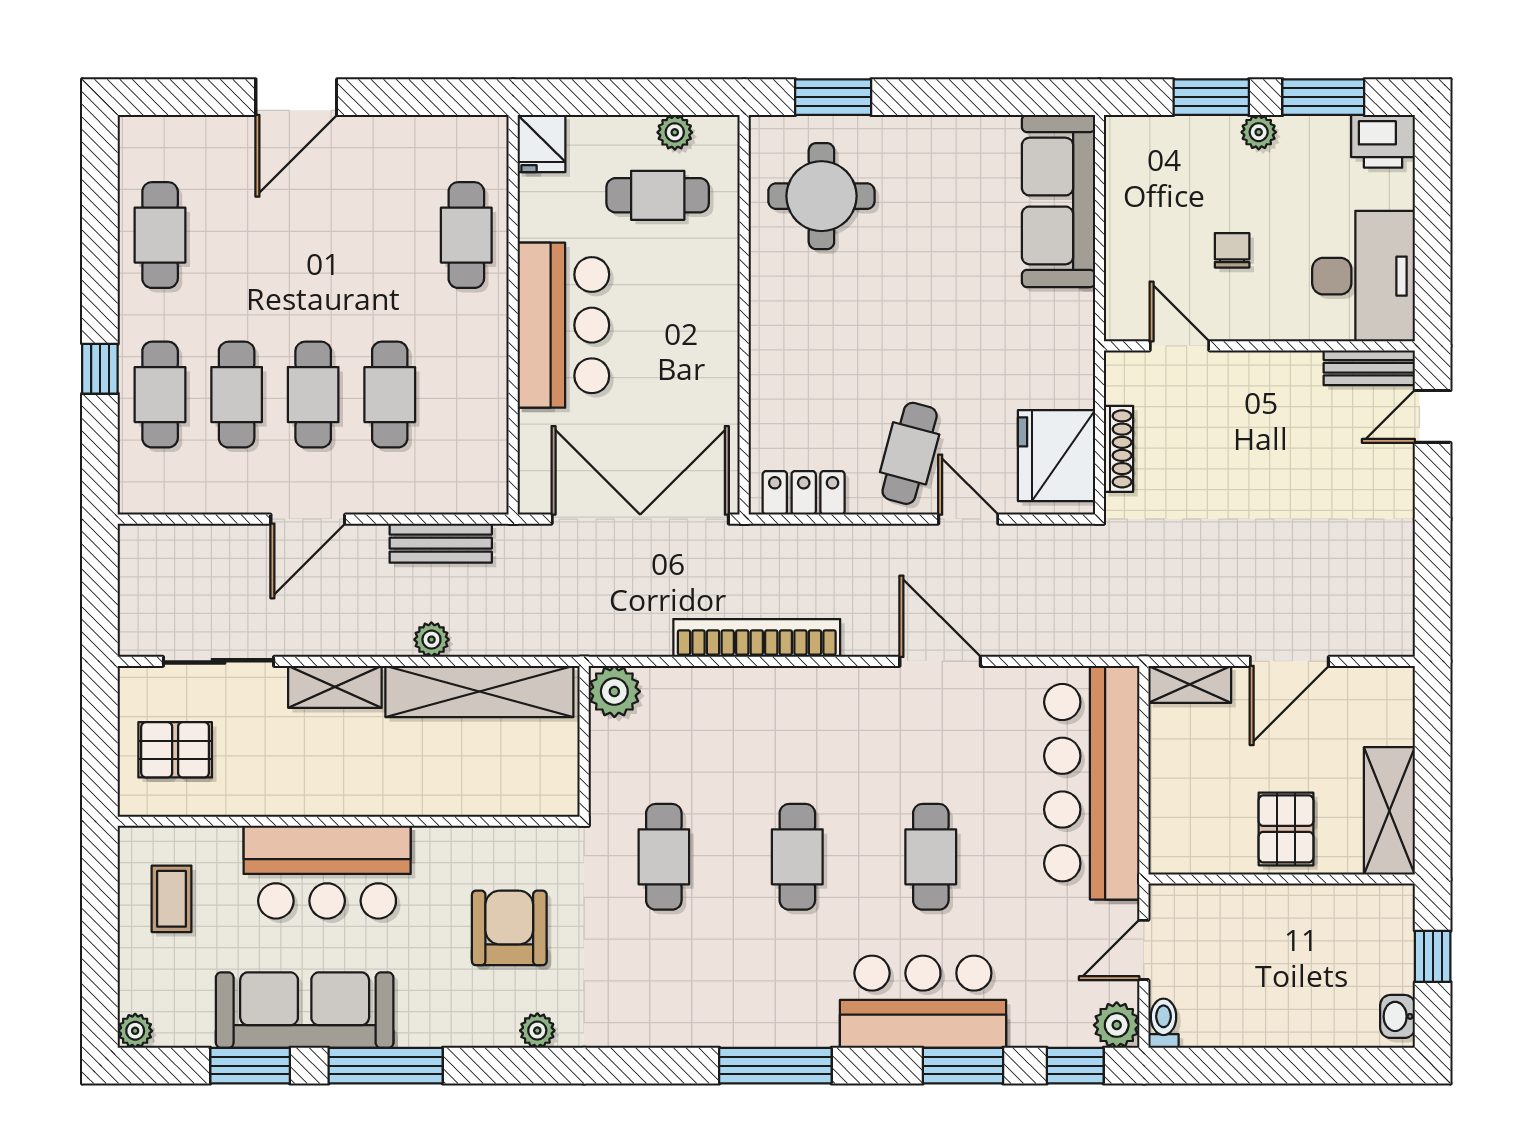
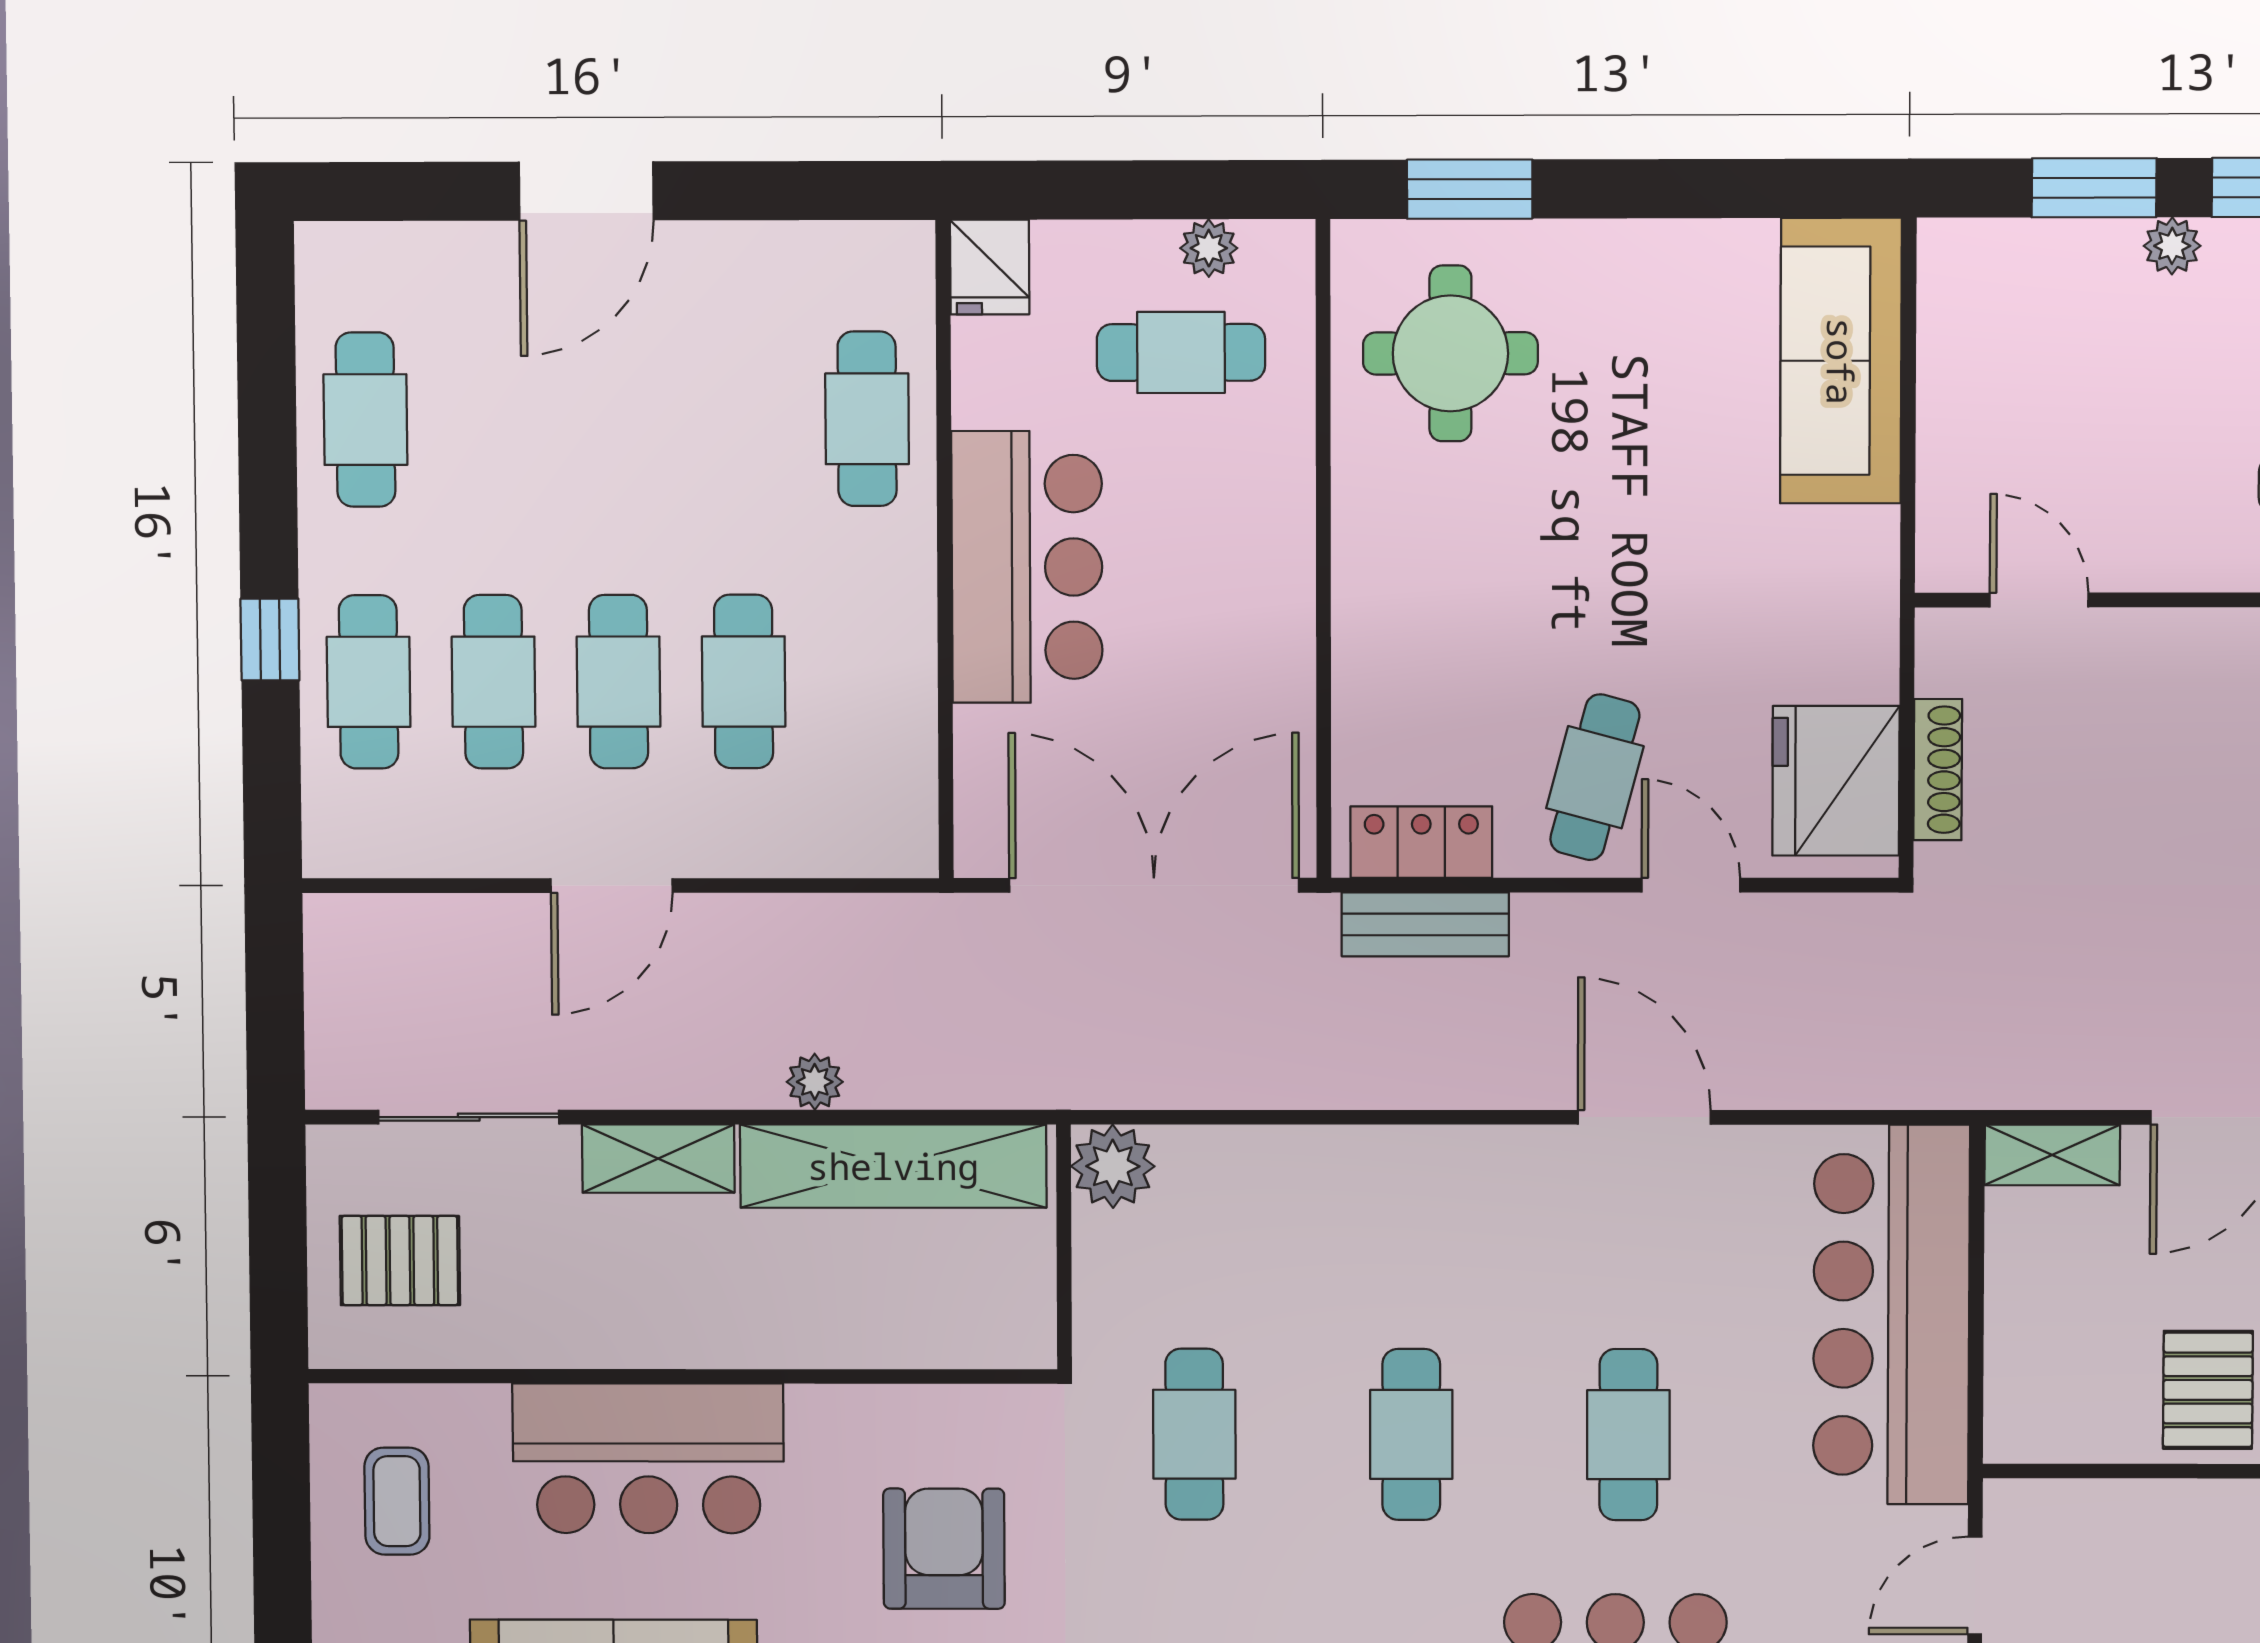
chair: (1232, 250) -> (2127, 442), removed
bench: (441, 543) -> (1425, 924), moved
bookcase: (757, 638) -> (1345, 1079), removed

